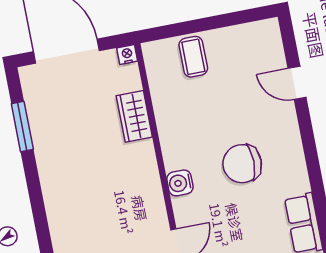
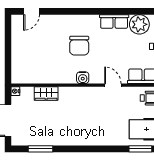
coffee table: (193, 57) -> (23, 59), removed
door: (297, 83) -> (31, 11), moved

